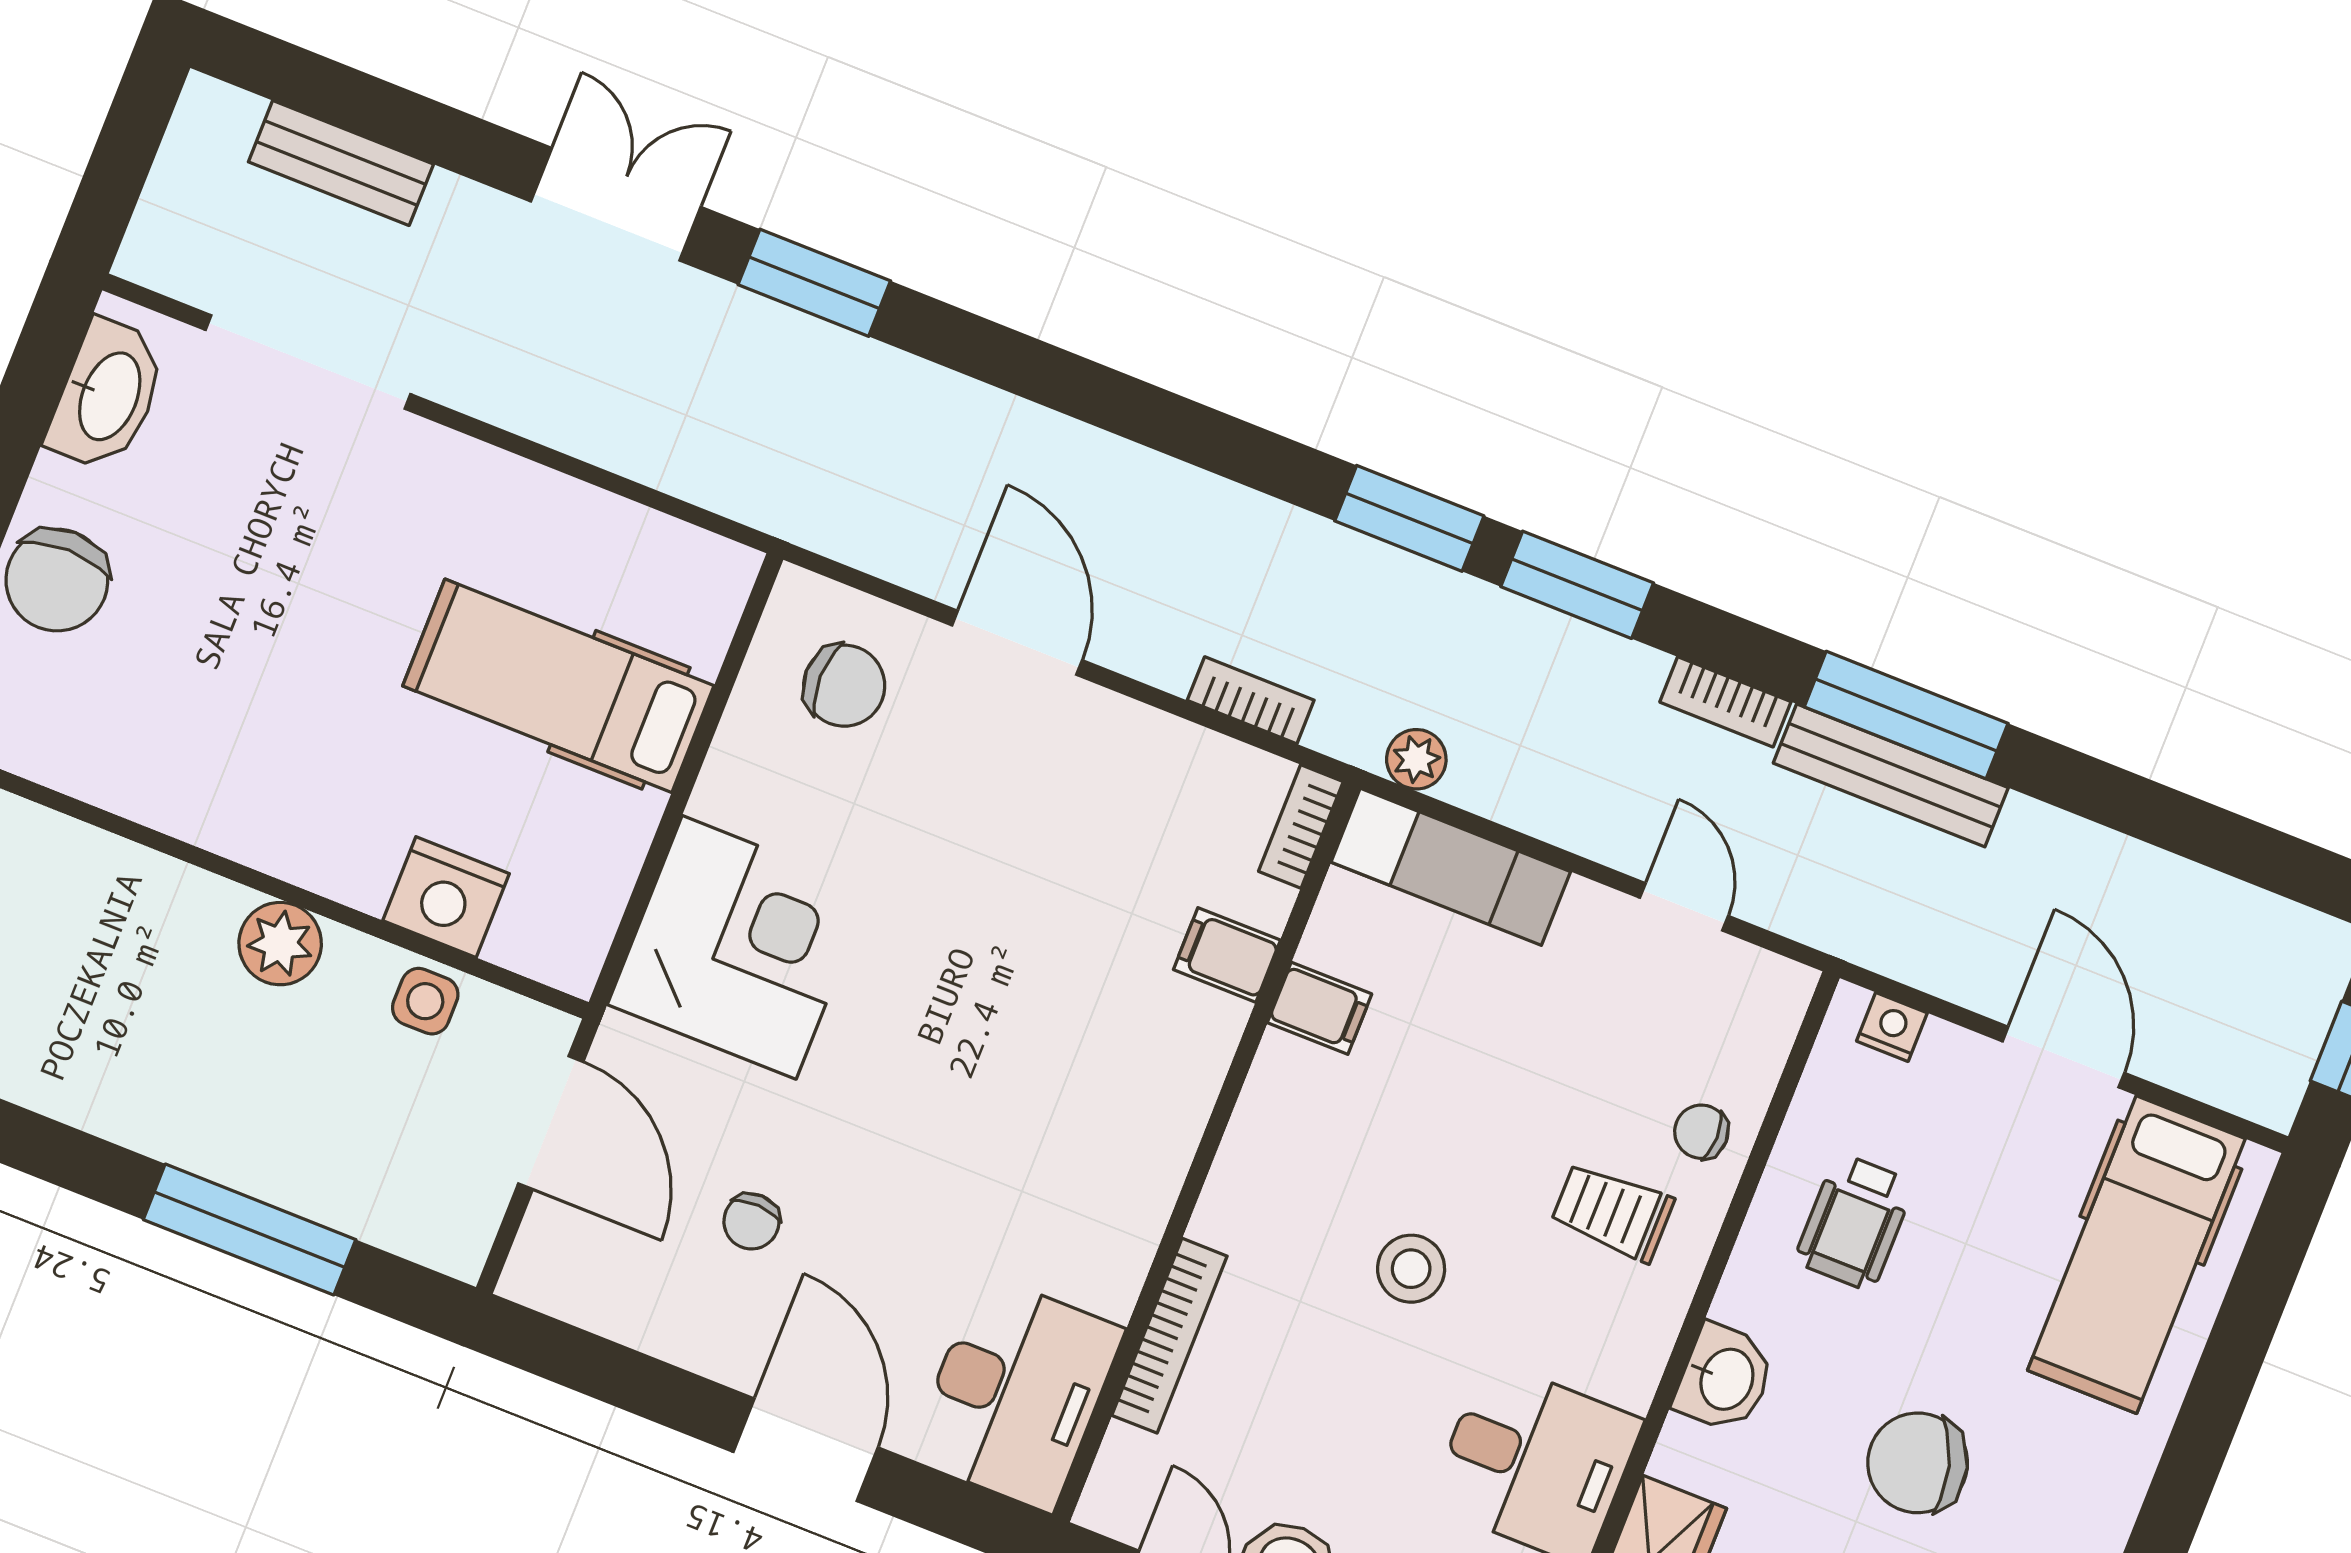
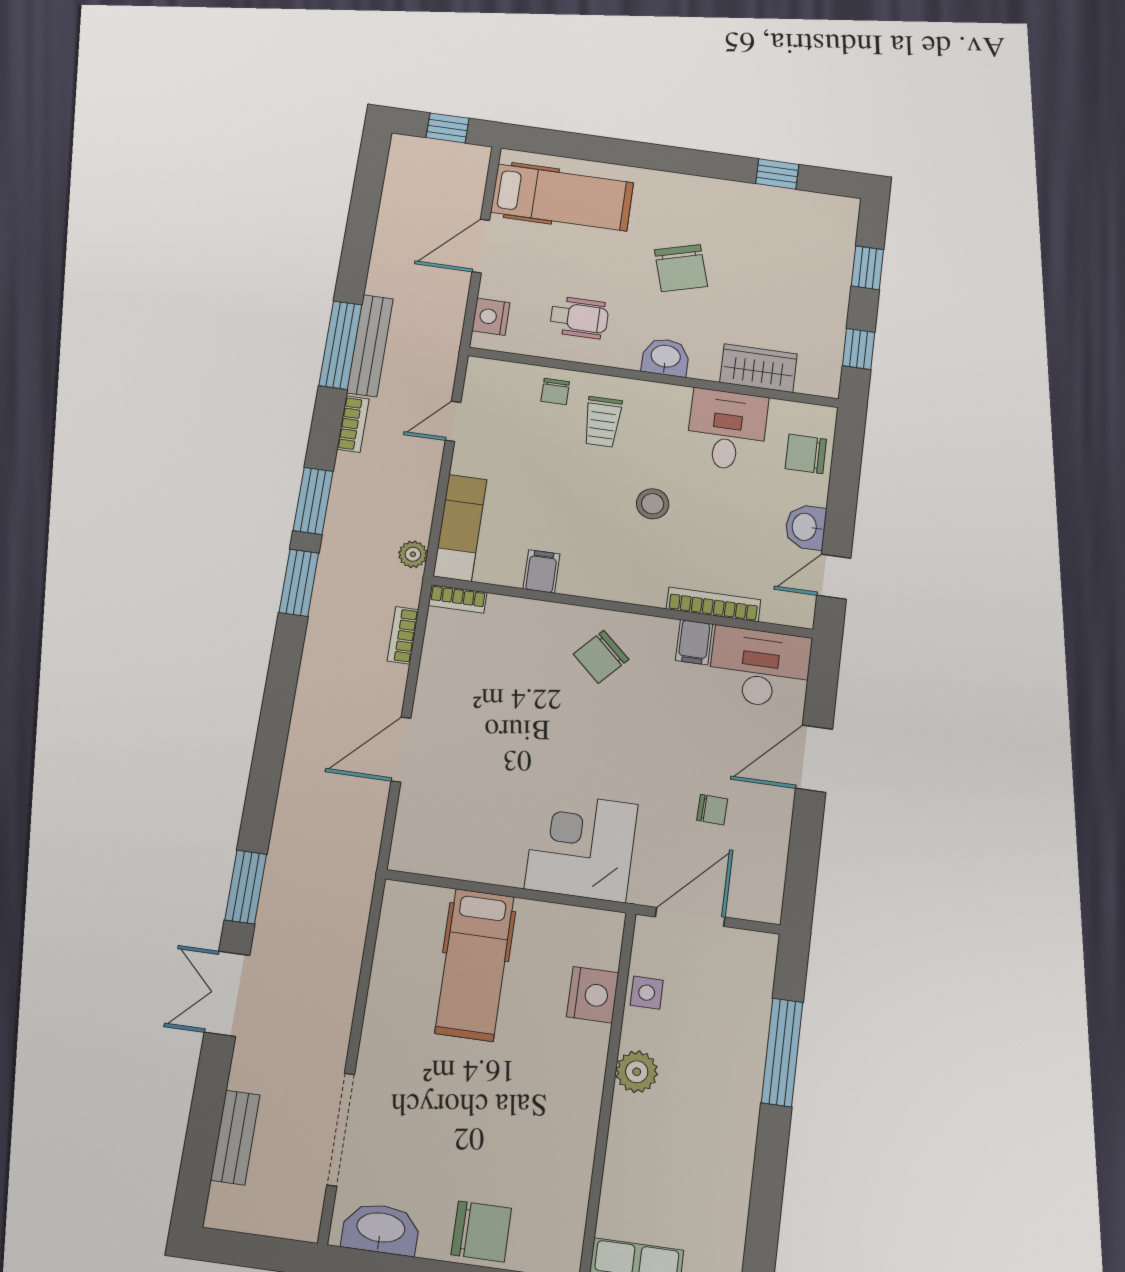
chair: (844, 686) -> (601, 657), moved, turned -137
filing cabinet: (1227, 955) -> (694, 642), moved
nightstand: (1892, 1027) -> (491, 317), width x1.39, depth x1.35

